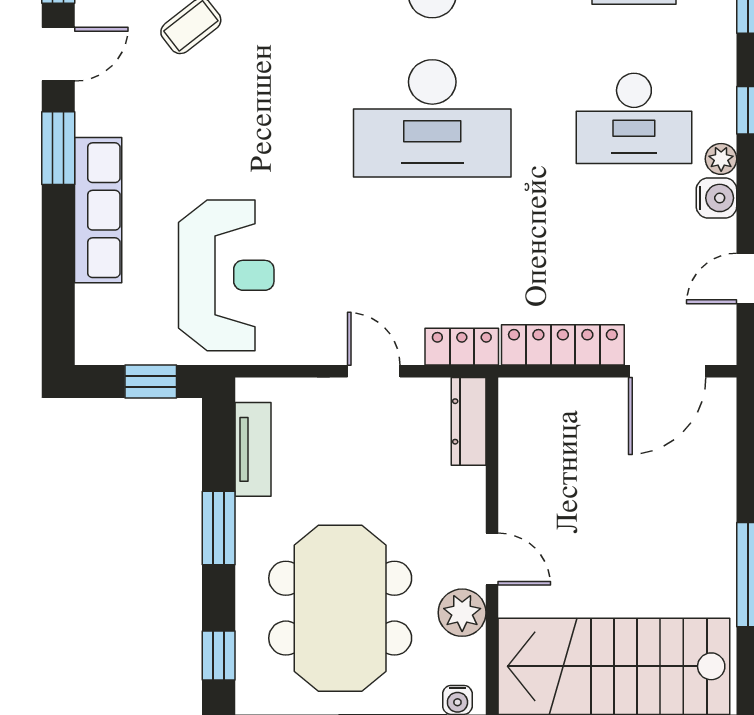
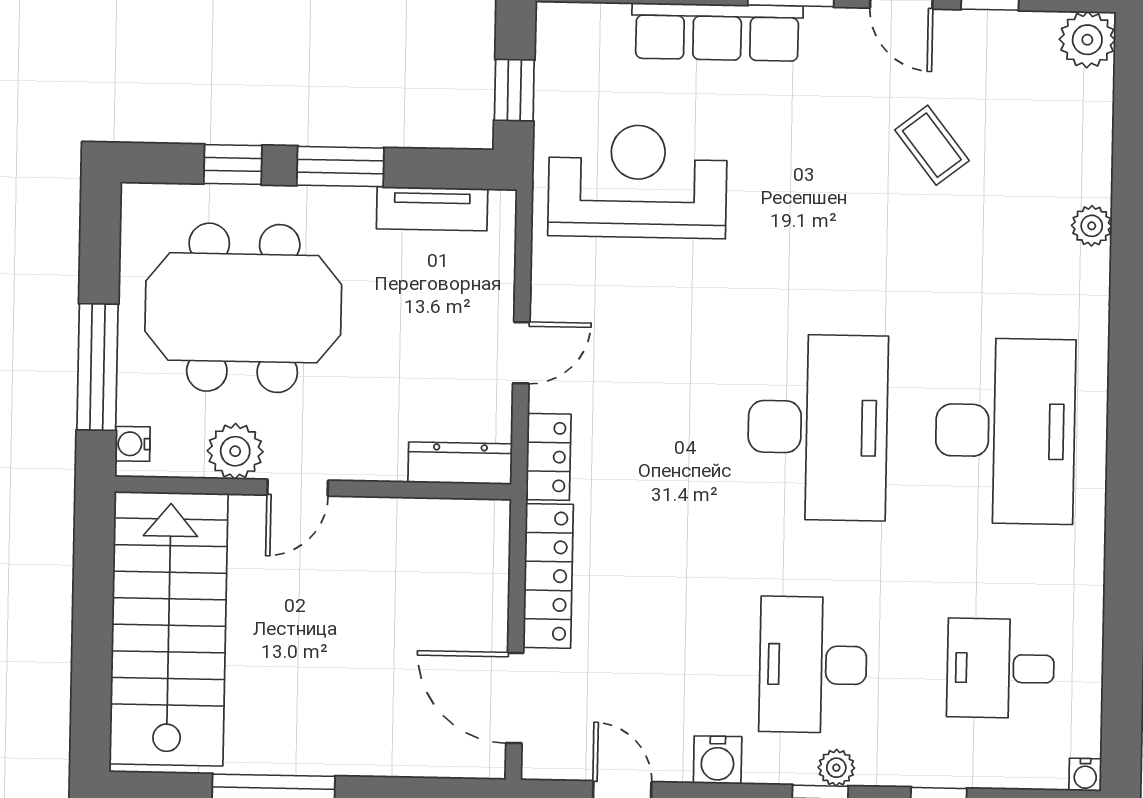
desk: (432, 118) -> (818, 427), turned 180
plant: (721, 159) -> (836, 768), moved
reception desk: (226, 275) -> (638, 181), turned 180
window: (219, 655) -> (233, 164), moved

